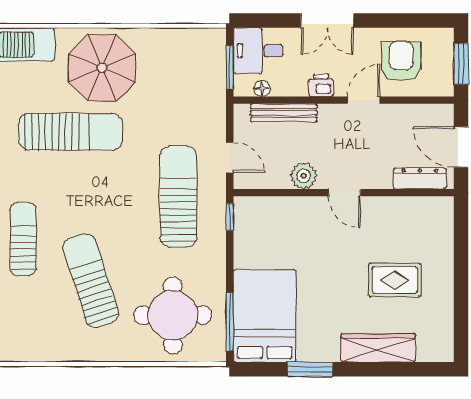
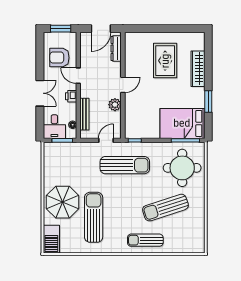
sun lounger: (178, 196) -> (125, 165), turned 180
rug: (395, 280) -> (165, 61), width x1.36, depth x1.43

